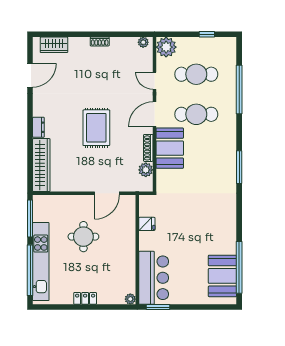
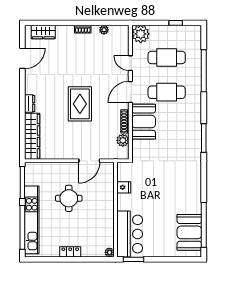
plant: (143, 42) -> (104, 30), moved

